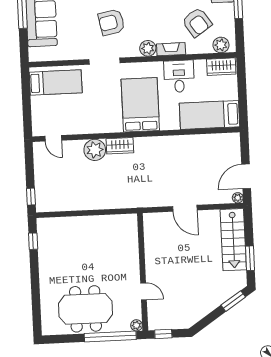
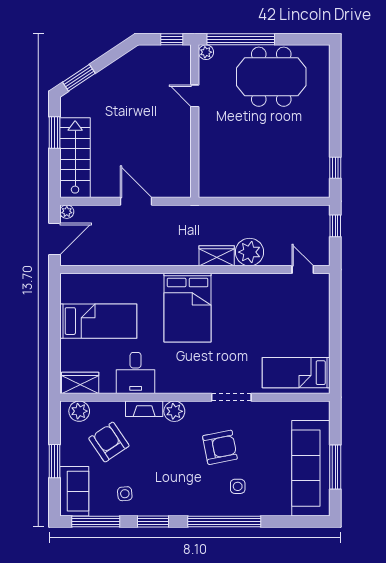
bed: (140, 105) -> (188, 308), moved
wall: (136, 134) -> (195, 270), moved
door: (53, 138) -> (303, 270), moved
wardrobe: (120, 146) -> (217, 256), moved
plant: (95, 150) -> (250, 252), moved

